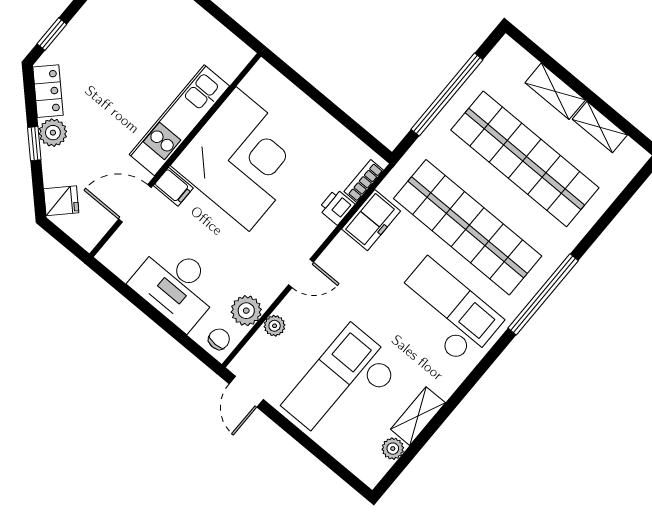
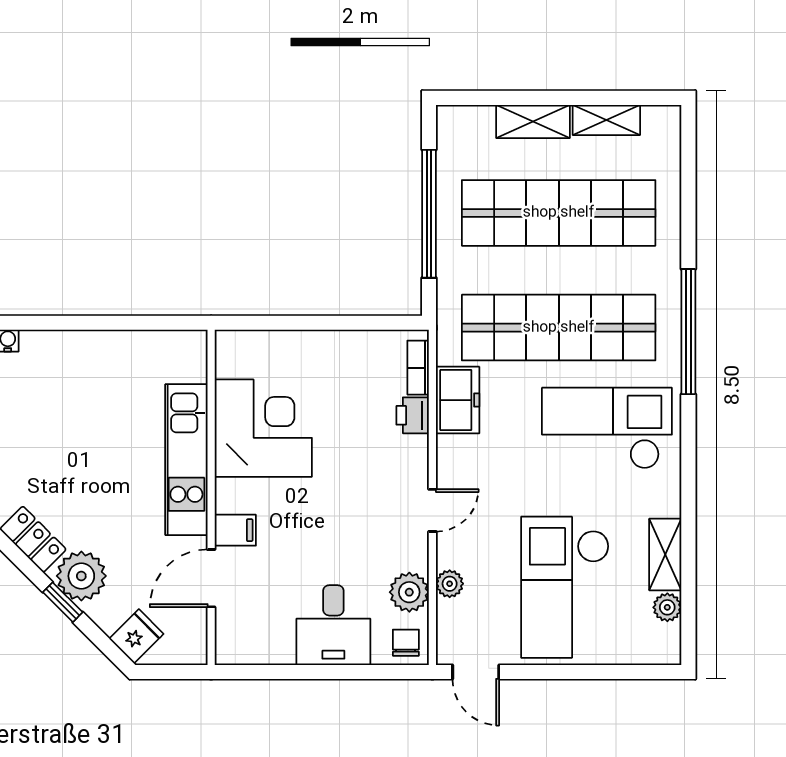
plant: (53, 133) -> (81, 576), width x1.36, depth x1.36
corner desk: (243, 159) -> (263, 428), width x0.74, depth x0.74
desk: (176, 286) -> (333, 625), width x0.73

